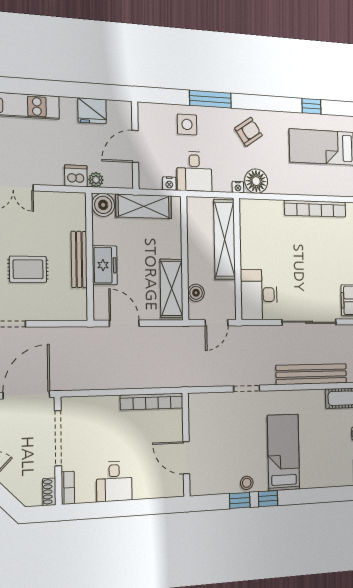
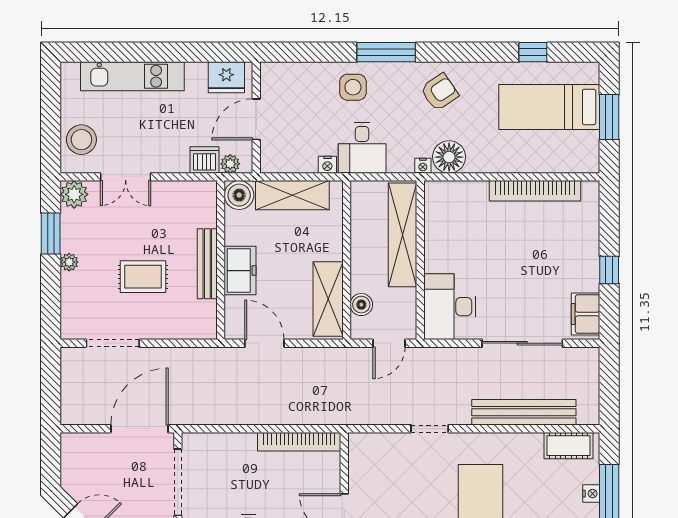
wall: (135, 145) -> (256, 118), moved
door: (135, 146) -> (256, 119), moved

